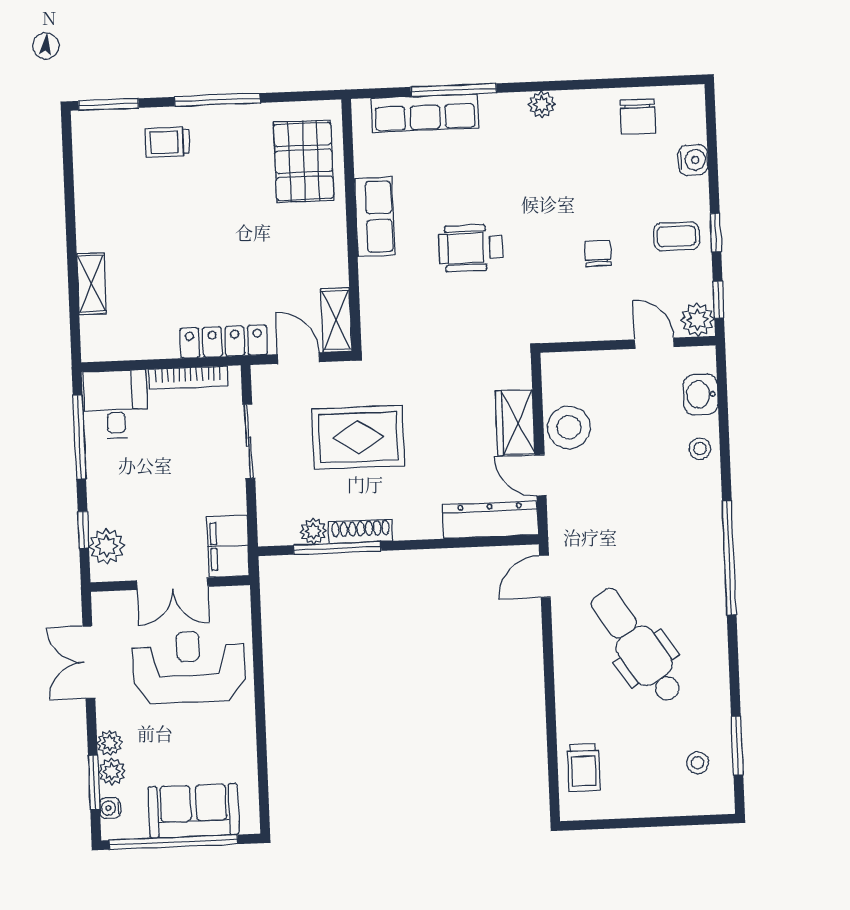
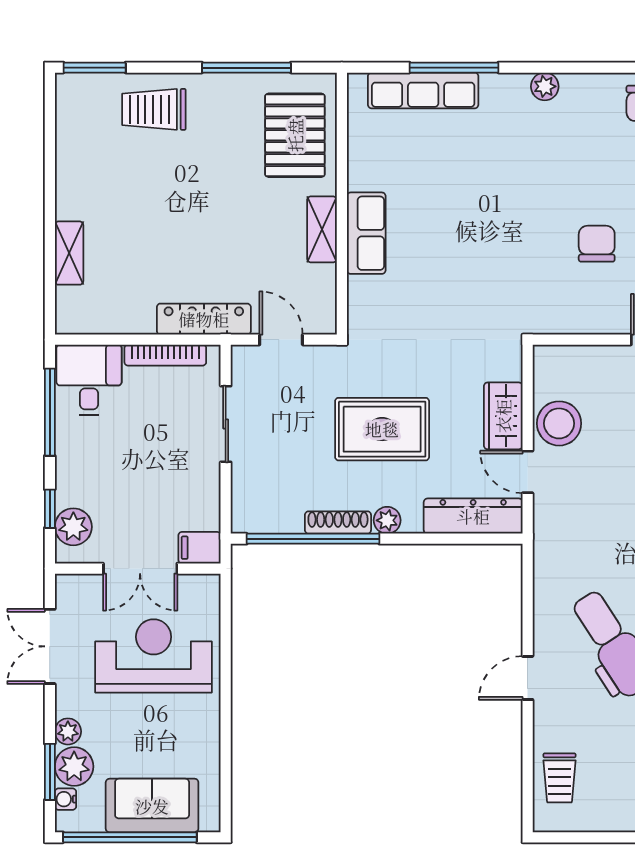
window: (217, 100) -> (246, 68), moved
trolley: (167, 142) -> (154, 109), width x1.36, depth x1.39
row of seats: (375, 217) -> (366, 233), moved
wheelchair: (471, 248) -> (465, 233), removed
chair: (598, 253) -> (597, 244), width x1.37, depth x1.37
shelving: (336, 320) -> (322, 229), moved
rug: (358, 437) -> (382, 429), moved
plant: (313, 531) -> (387, 520), moved
filing cabinet: (228, 546) -> (200, 548), width x0.50
window: (337, 548) -> (313, 539), width x1.46
door: (545, 576) -> (528, 678), moved
plant: (112, 772) -> (74, 766), width x1.38, depth x1.38

